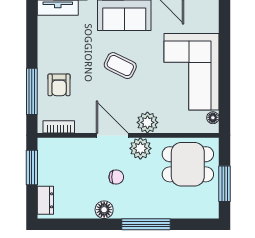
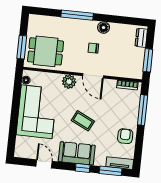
armchair: (59, 85) -> (125, 136), moved
plant: (140, 148) -> (75, 65), removed
window: (225, 184) -> (22, 47), moved

